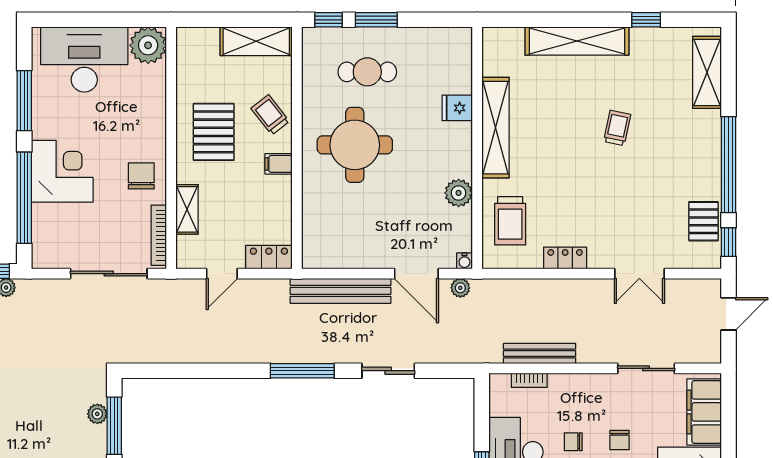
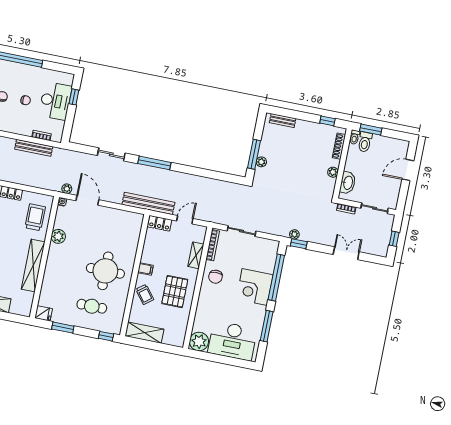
window: (376, 20) -> (63, 328), moved
fridge: (457, 108) -> (44, 313), moved
sliding door: (109, 274) -> (242, 231), width x0.73
bench: (341, 291) -> (148, 203), moved

